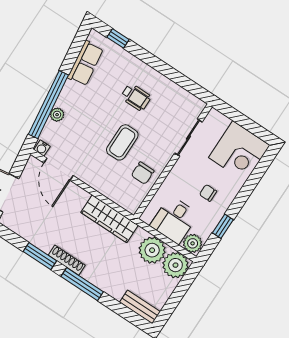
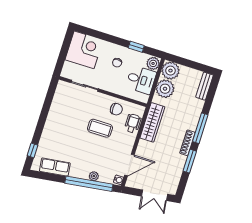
wheelchair: (136, 97) -> (133, 123), moved

